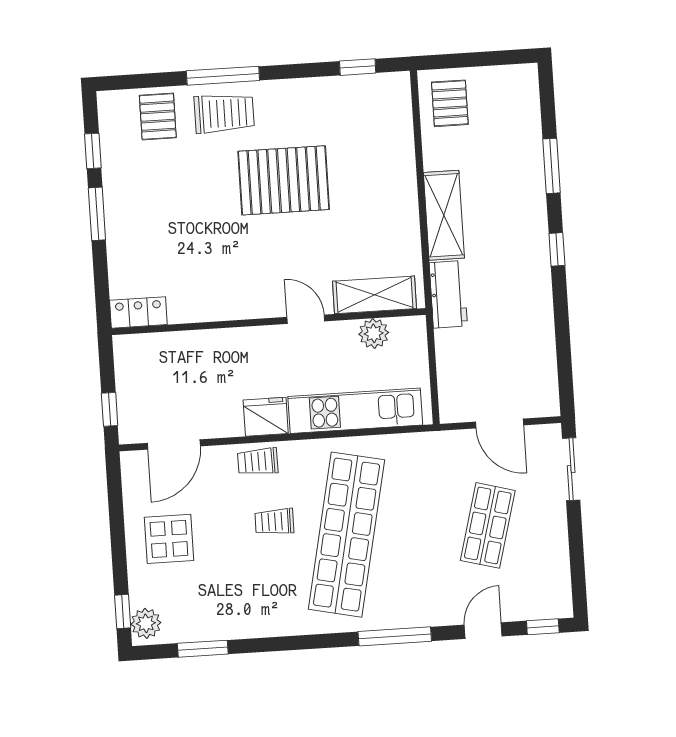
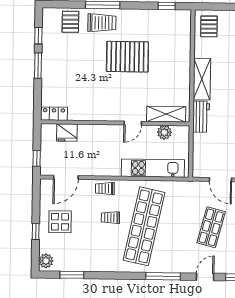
door: (306, 319) -> (133, 123), swing flipped
fridge: (266, 417) -> (67, 132), moved, turned 180
window: (123, 611) -> (36, 231), moved

